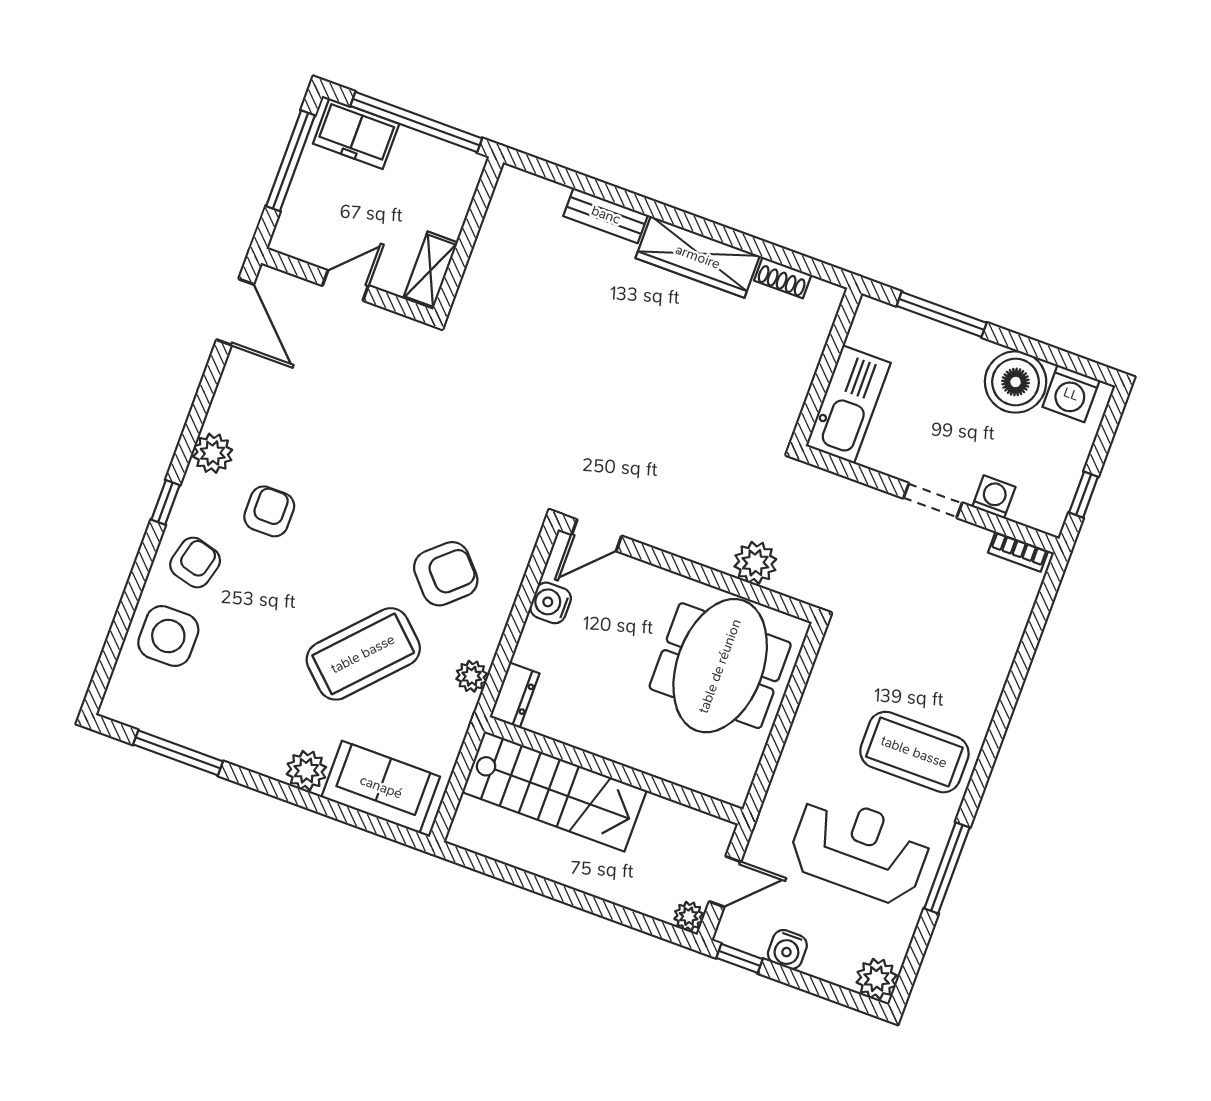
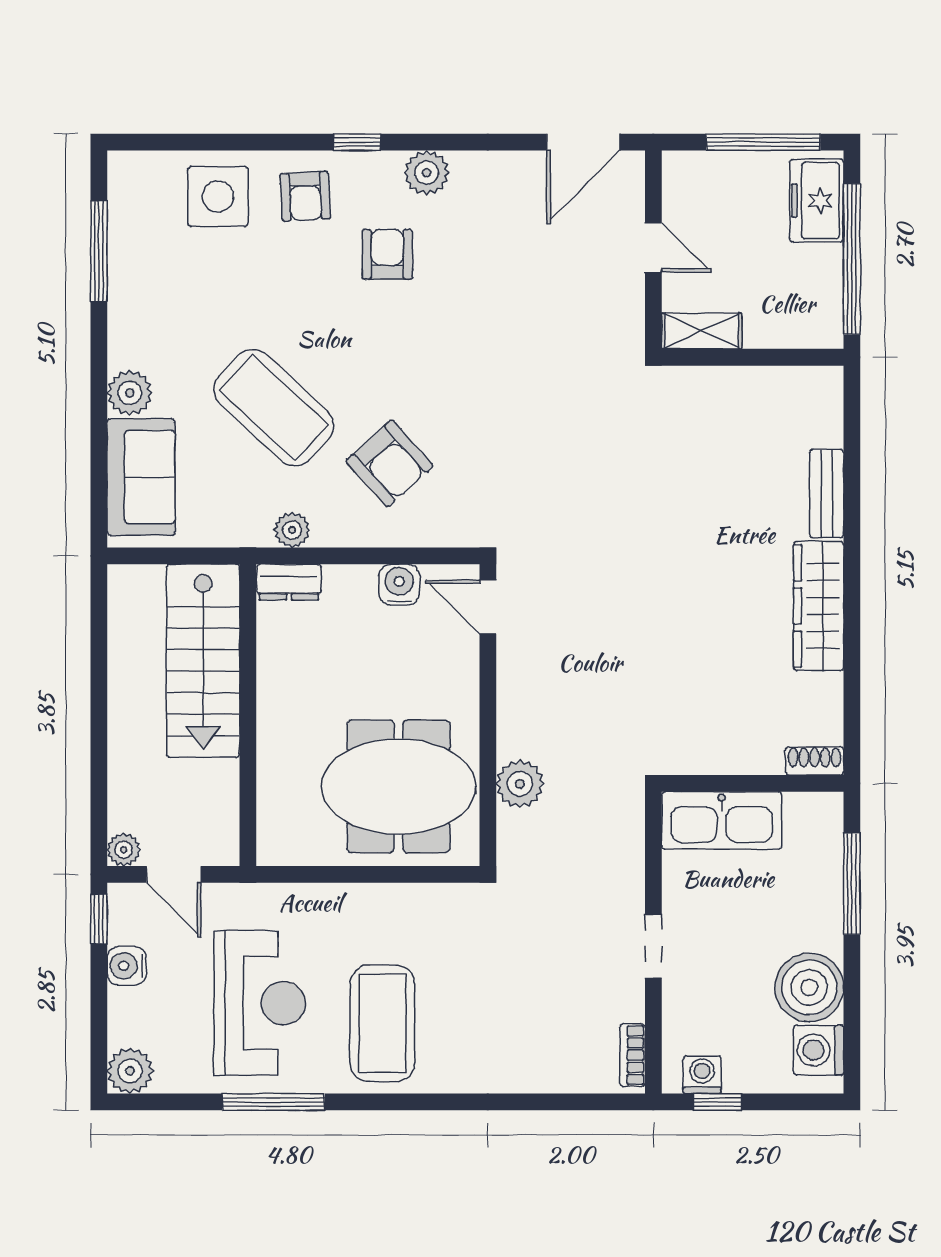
shoe rack: (783, 278) -> (814, 761), moved, turned 90
washing machine: (994, 497) -> (702, 1075), moved, turned -90
armchair: (269, 511) -> (387, 254), turned -90
armchair: (195, 562) -> (305, 196), turned 72

